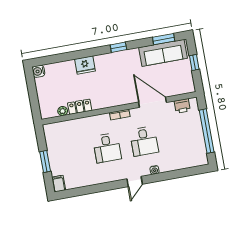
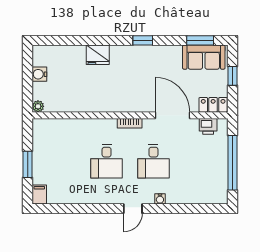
sofa: (163, 53) -> (204, 57), width x0.73
water cooler: (38, 71) -> (39, 74), moved
locker: (80, 107) -> (213, 105), moved
plant: (63, 111) -> (38, 106), moved

